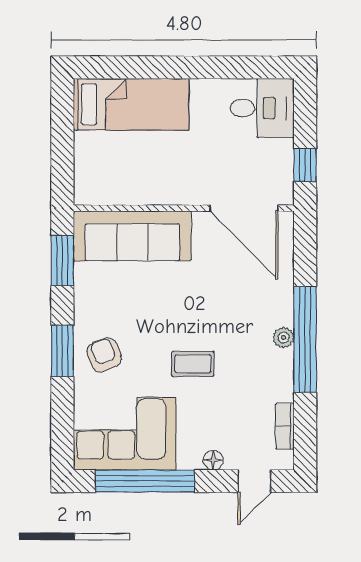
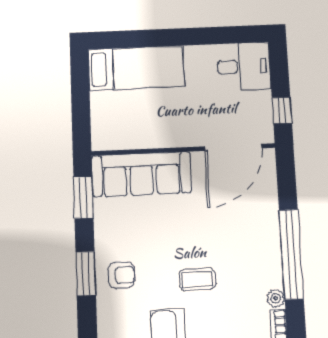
door: (244, 208) -> (233, 147), hinge flipped
plant: (284, 338) -> (276, 298), moved
armchair: (104, 355) -> (122, 275), turned 112

